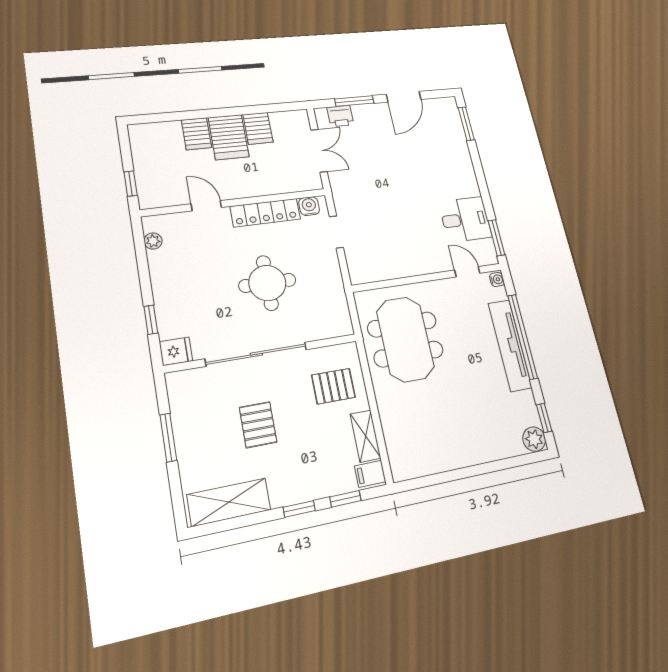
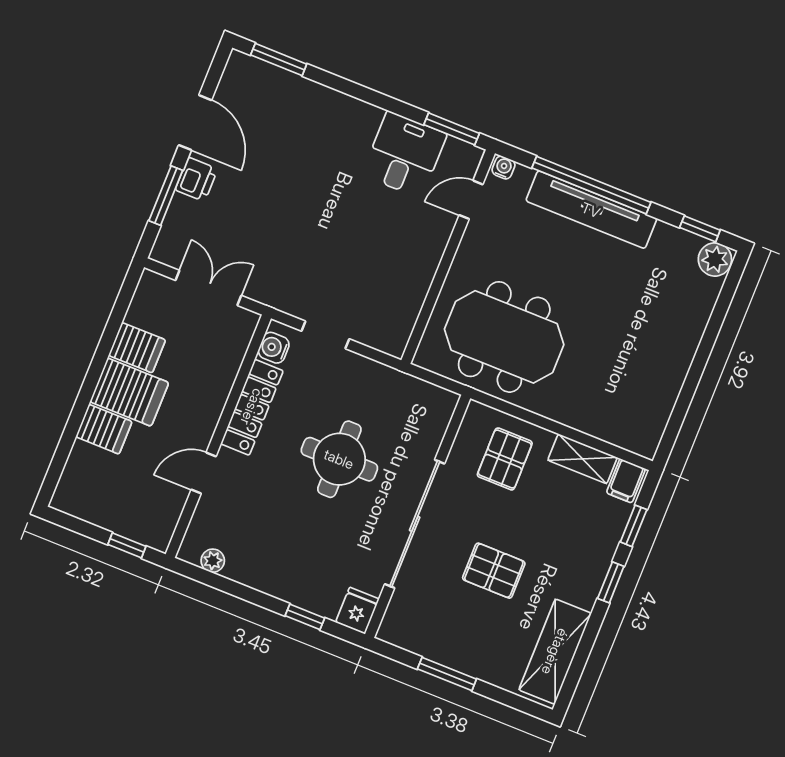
printer: (340, 116) -> (196, 179), moved

